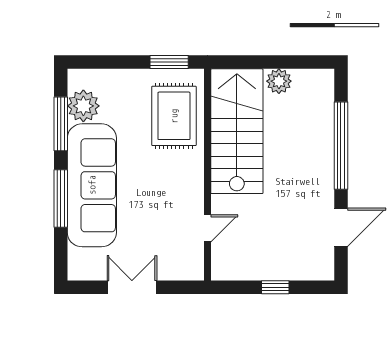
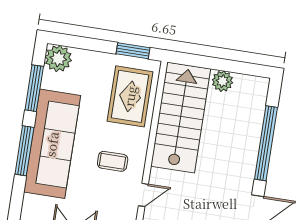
plant: (83, 106) -> (58, 58), moved
coffee table: (165, 195) -> (113, 161), added

